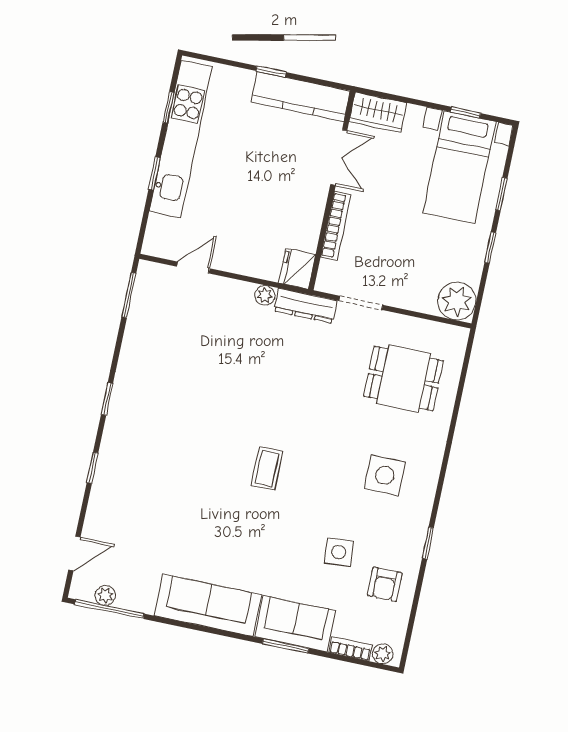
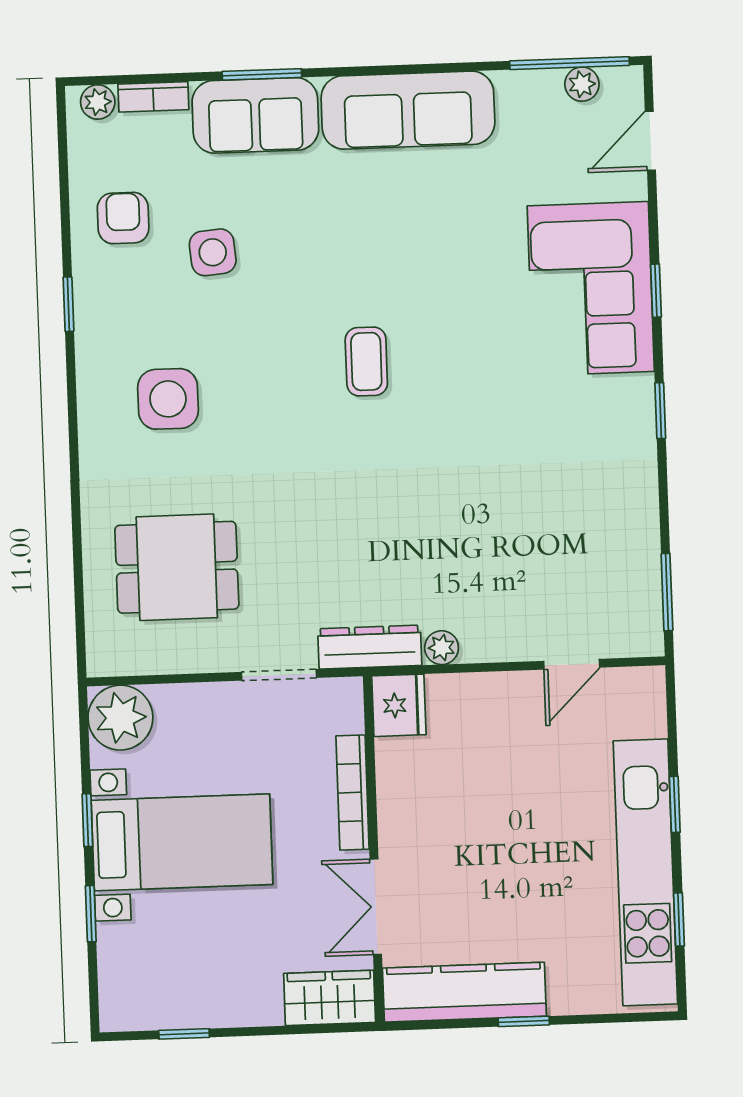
bed with nightstands: (459, 167) -> (182, 842), moved, turned 90
corner sofa: (129, 478) -> (591, 289), added

